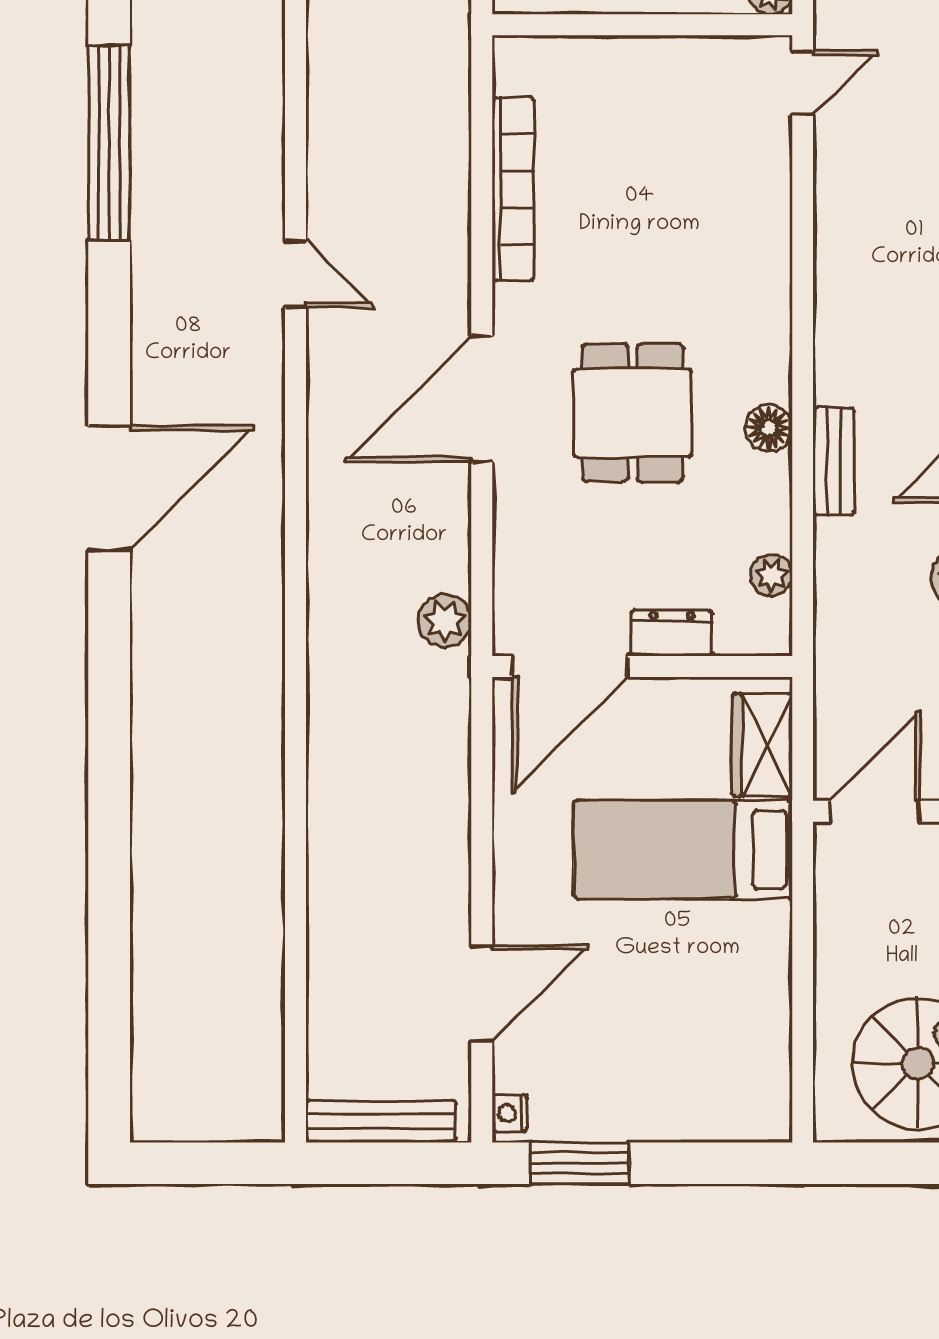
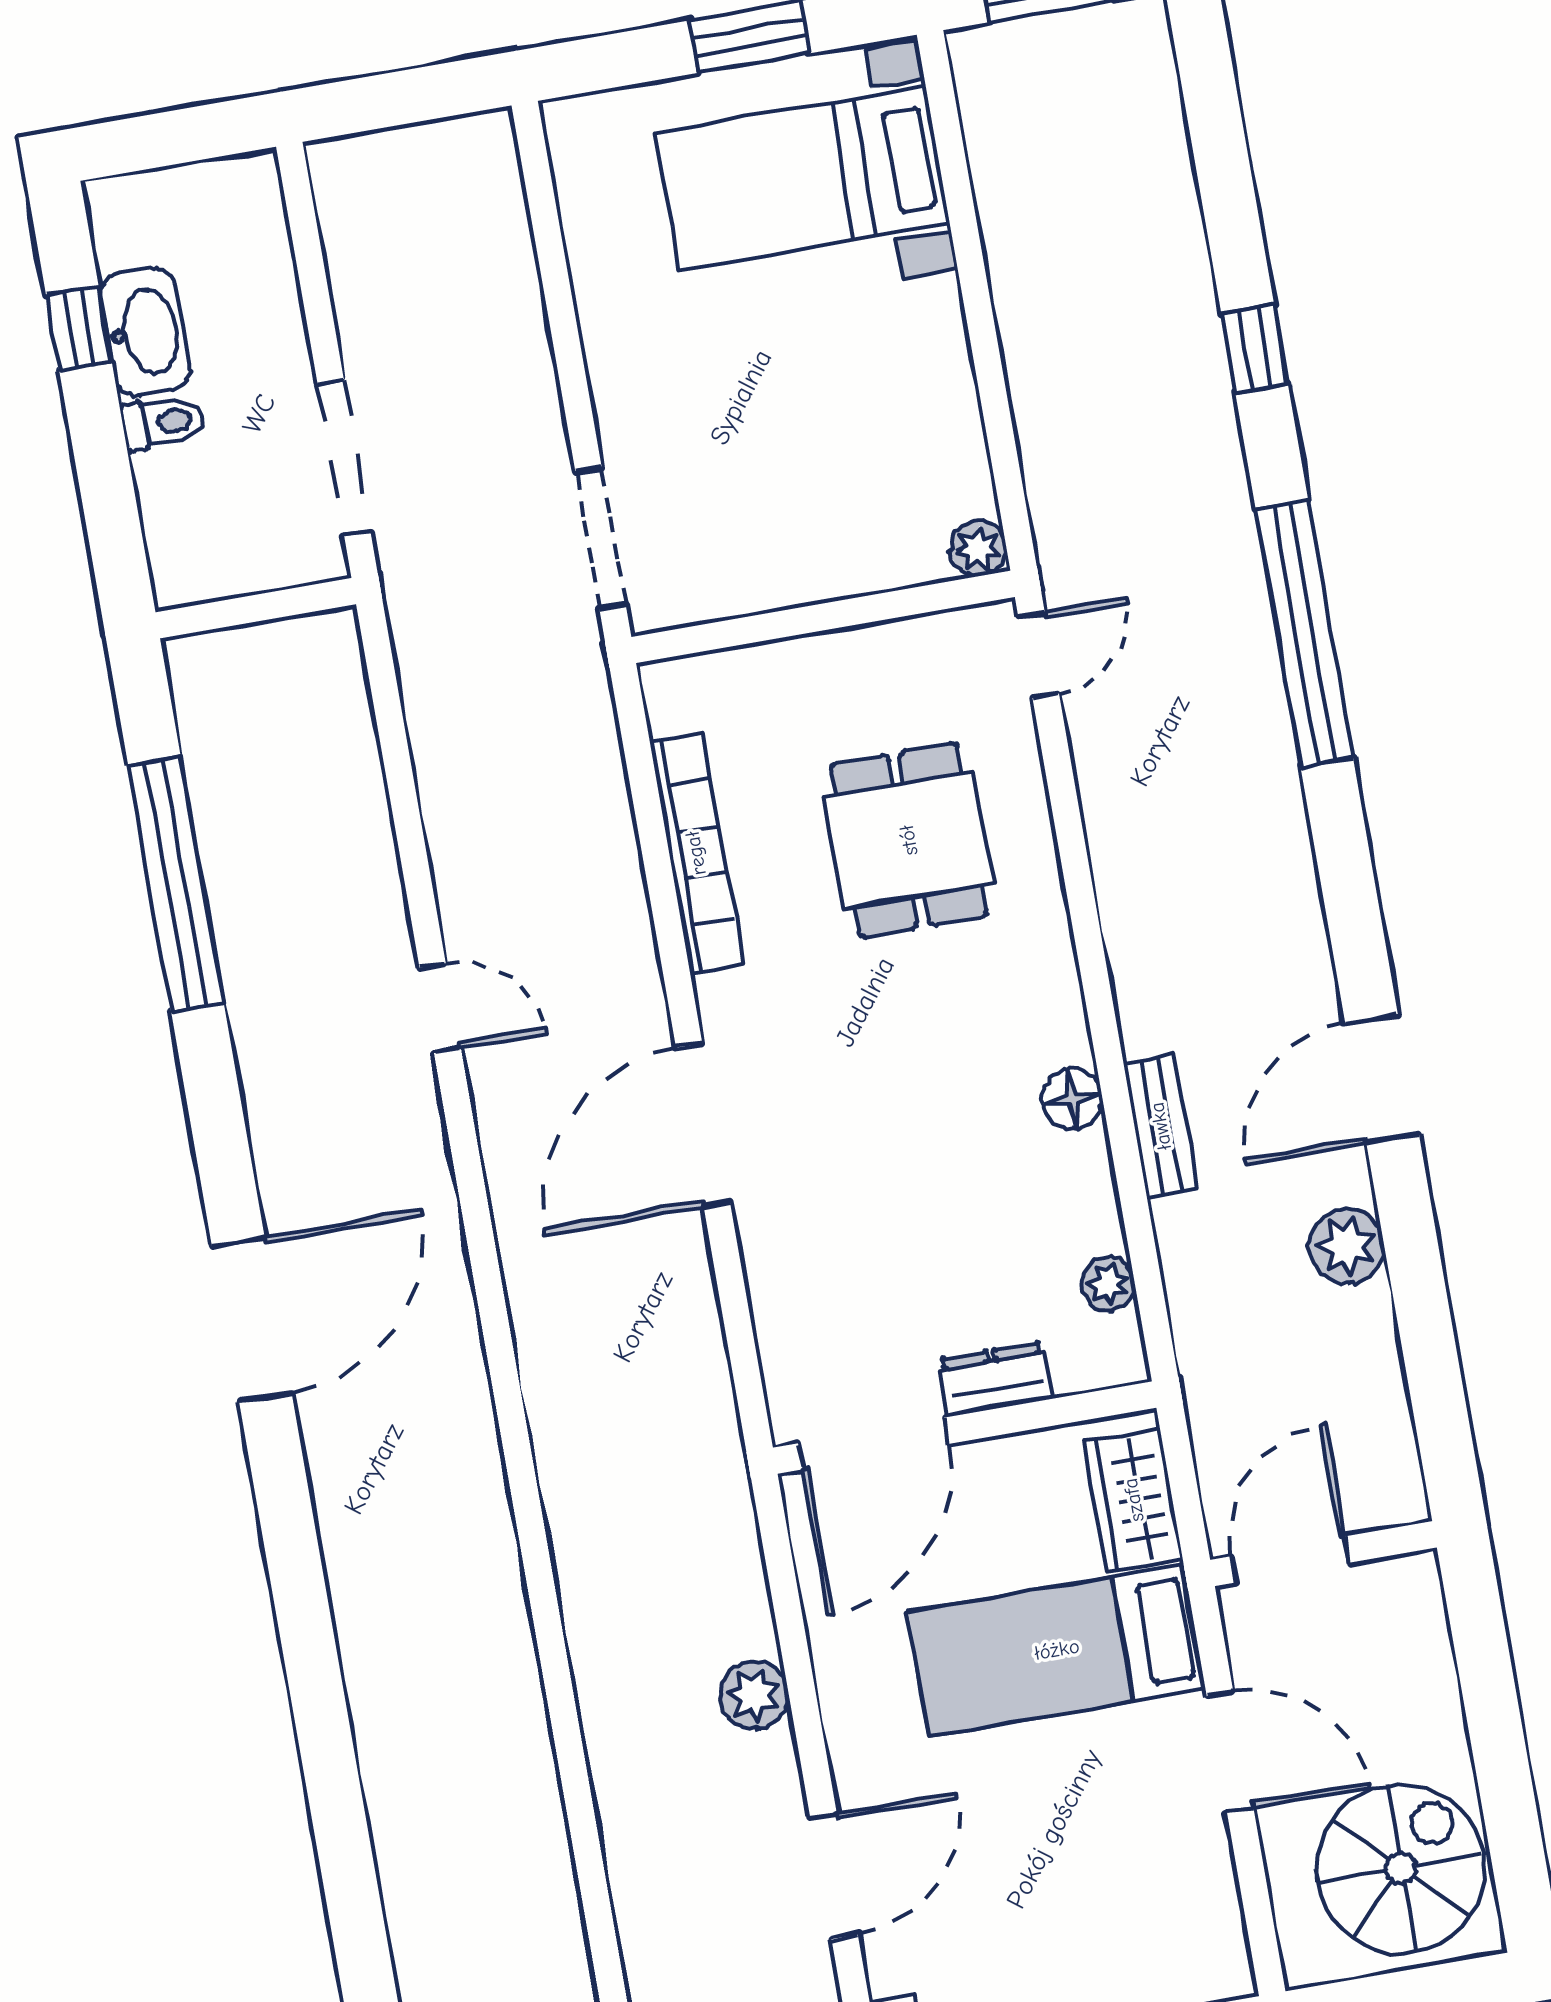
dining table: (633, 413) -> (909, 840), moved
plant: (445, 621) -> (754, 1695), moved
door: (803, 951) -> (1230, 1752), added

